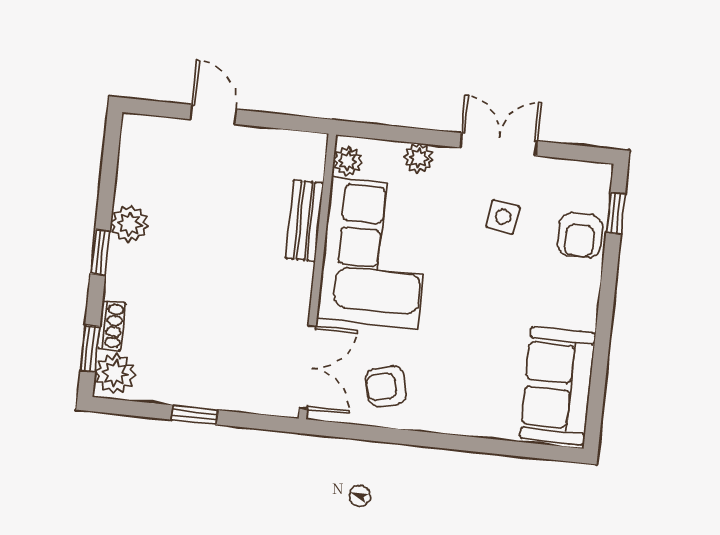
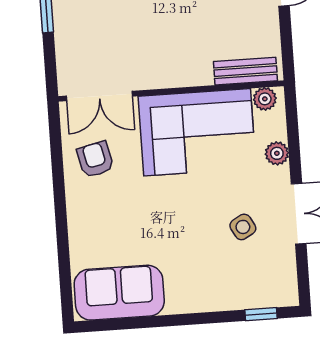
side table: (503, 217) -> (243, 227), turned -38
bench: (304, 221) -> (245, 71), moved
armchair: (580, 235) -> (239, 289), removed

